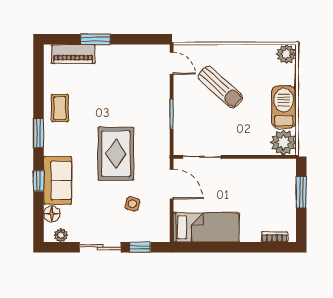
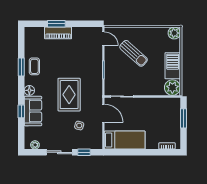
piano: (73, 54) -> (58, 33), moved
window: (39, 133) -> (21, 67), moved
floor lamp: (52, 214) -> (29, 90), moved

